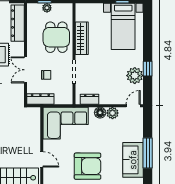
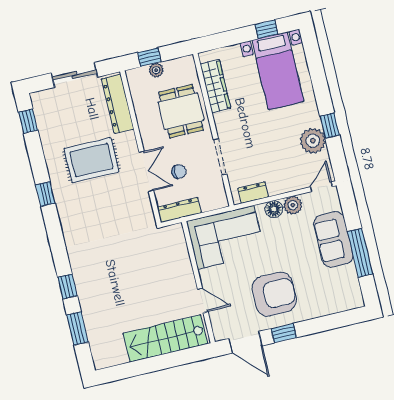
wardrobe: (82, 38) -> (215, 86), moved
double door: (25, 70) -> (146, 171), swing flipped
sofa: (133, 160) -> (334, 239), moved

